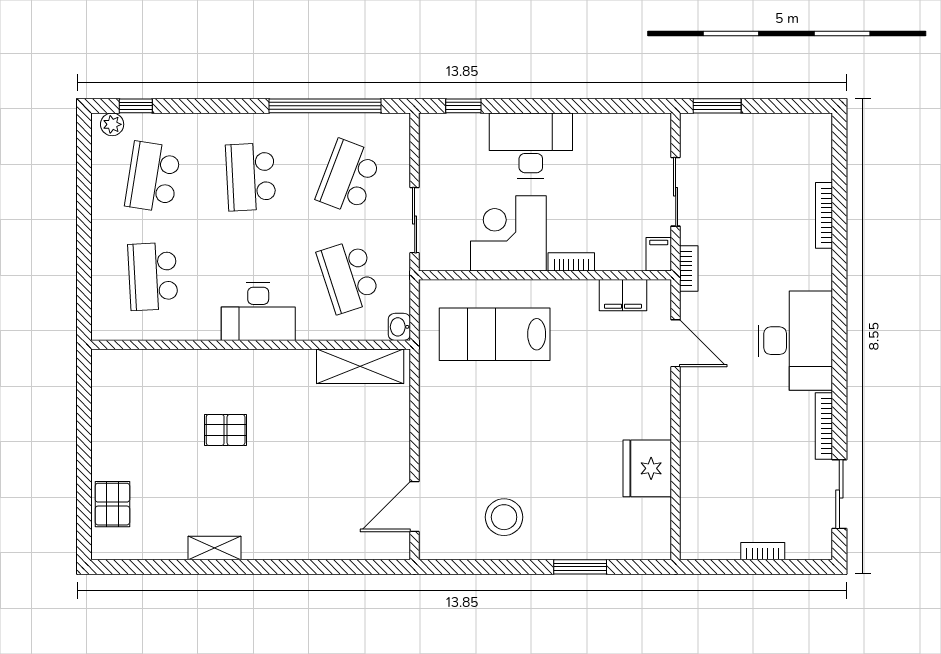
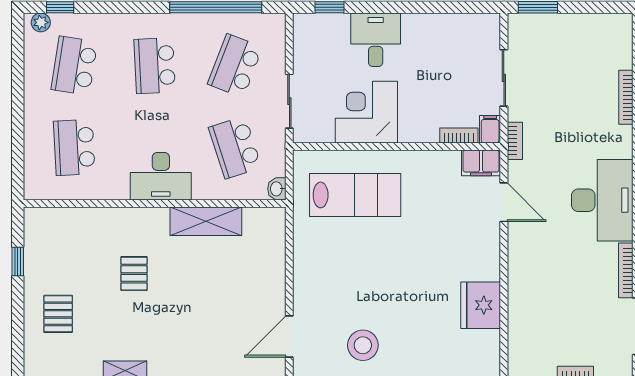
desk: (531, 145) -> (376, 40), width x0.73
bookcase: (571, 262) -> (459, 135), moved
filing cabinet: (623, 295) -> (481, 163), moved
lab bench: (495, 334) -> (355, 195), turned 180
shelving: (360, 366) -> (206, 221), moved
window: (84, 415) -> (18, 261), added
pallet: (226, 430) -> (134, 274), turned 90
pallet: (112, 504) -> (58, 314), moved

